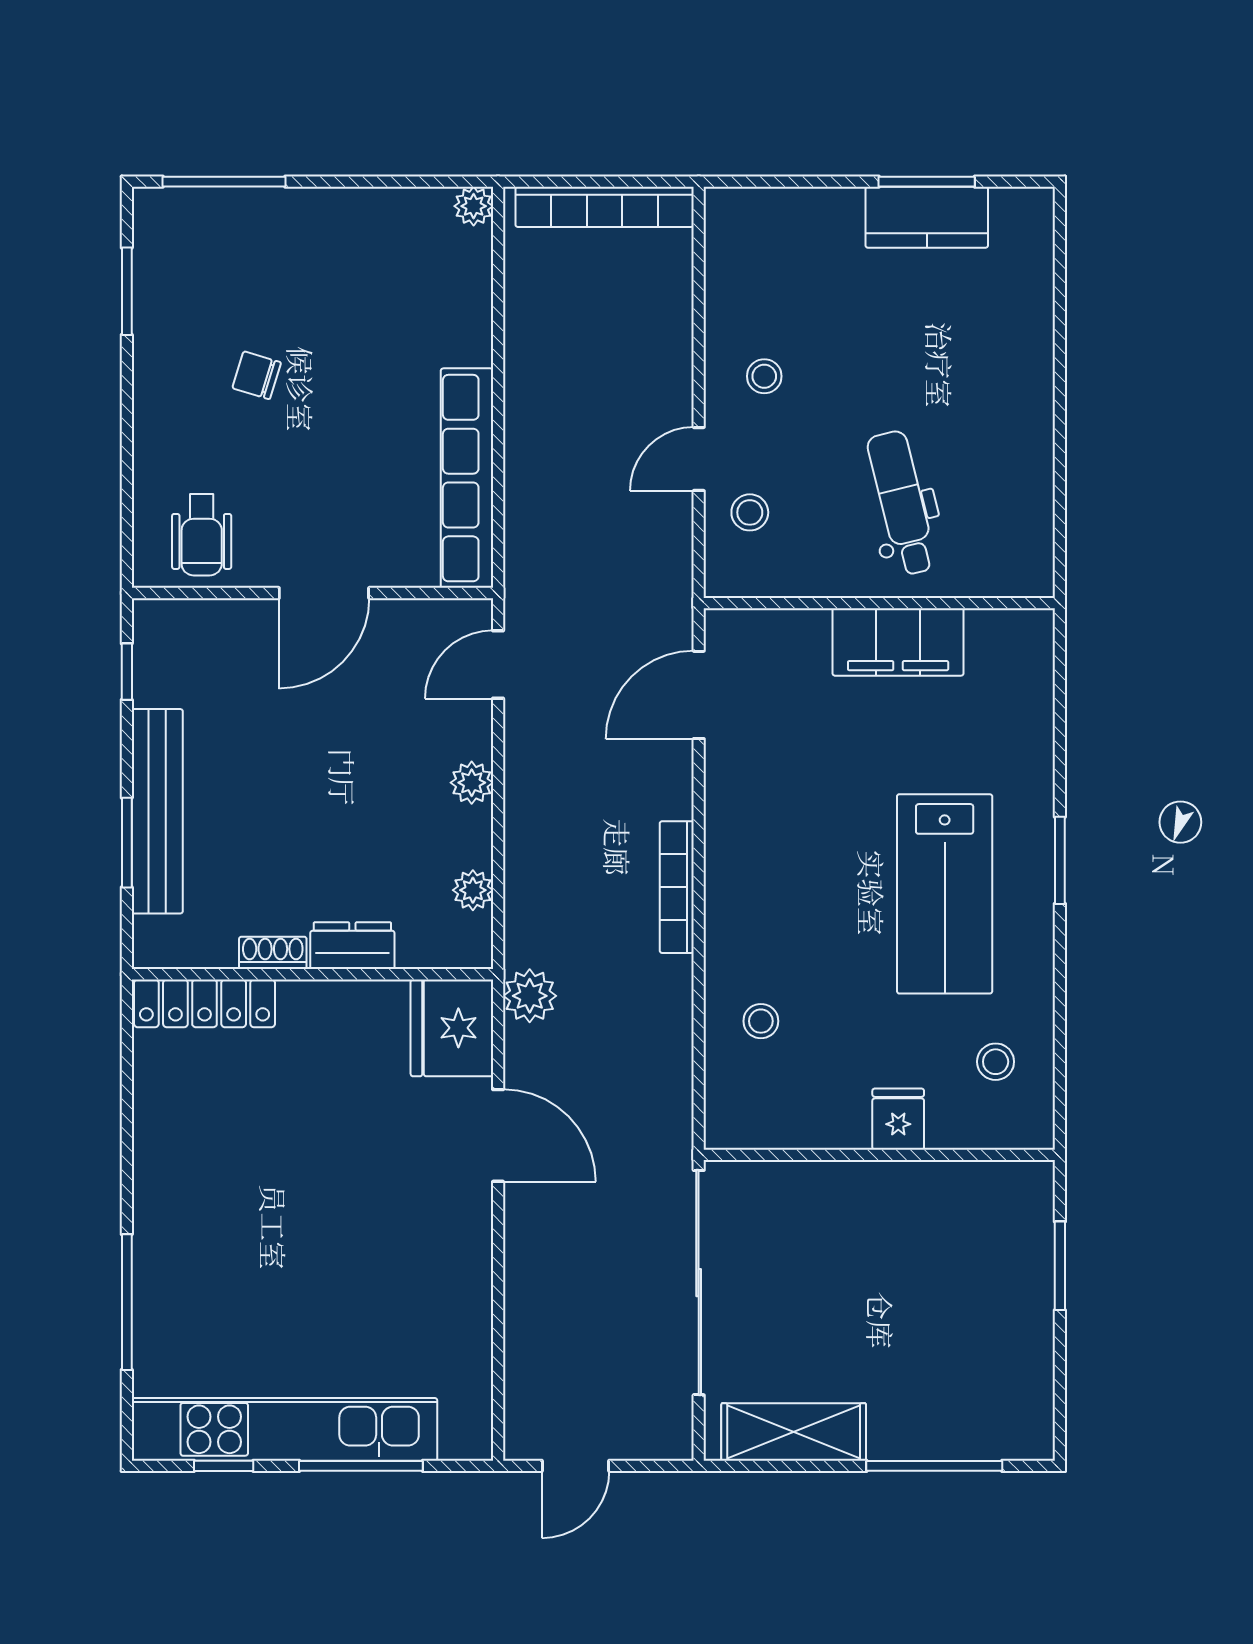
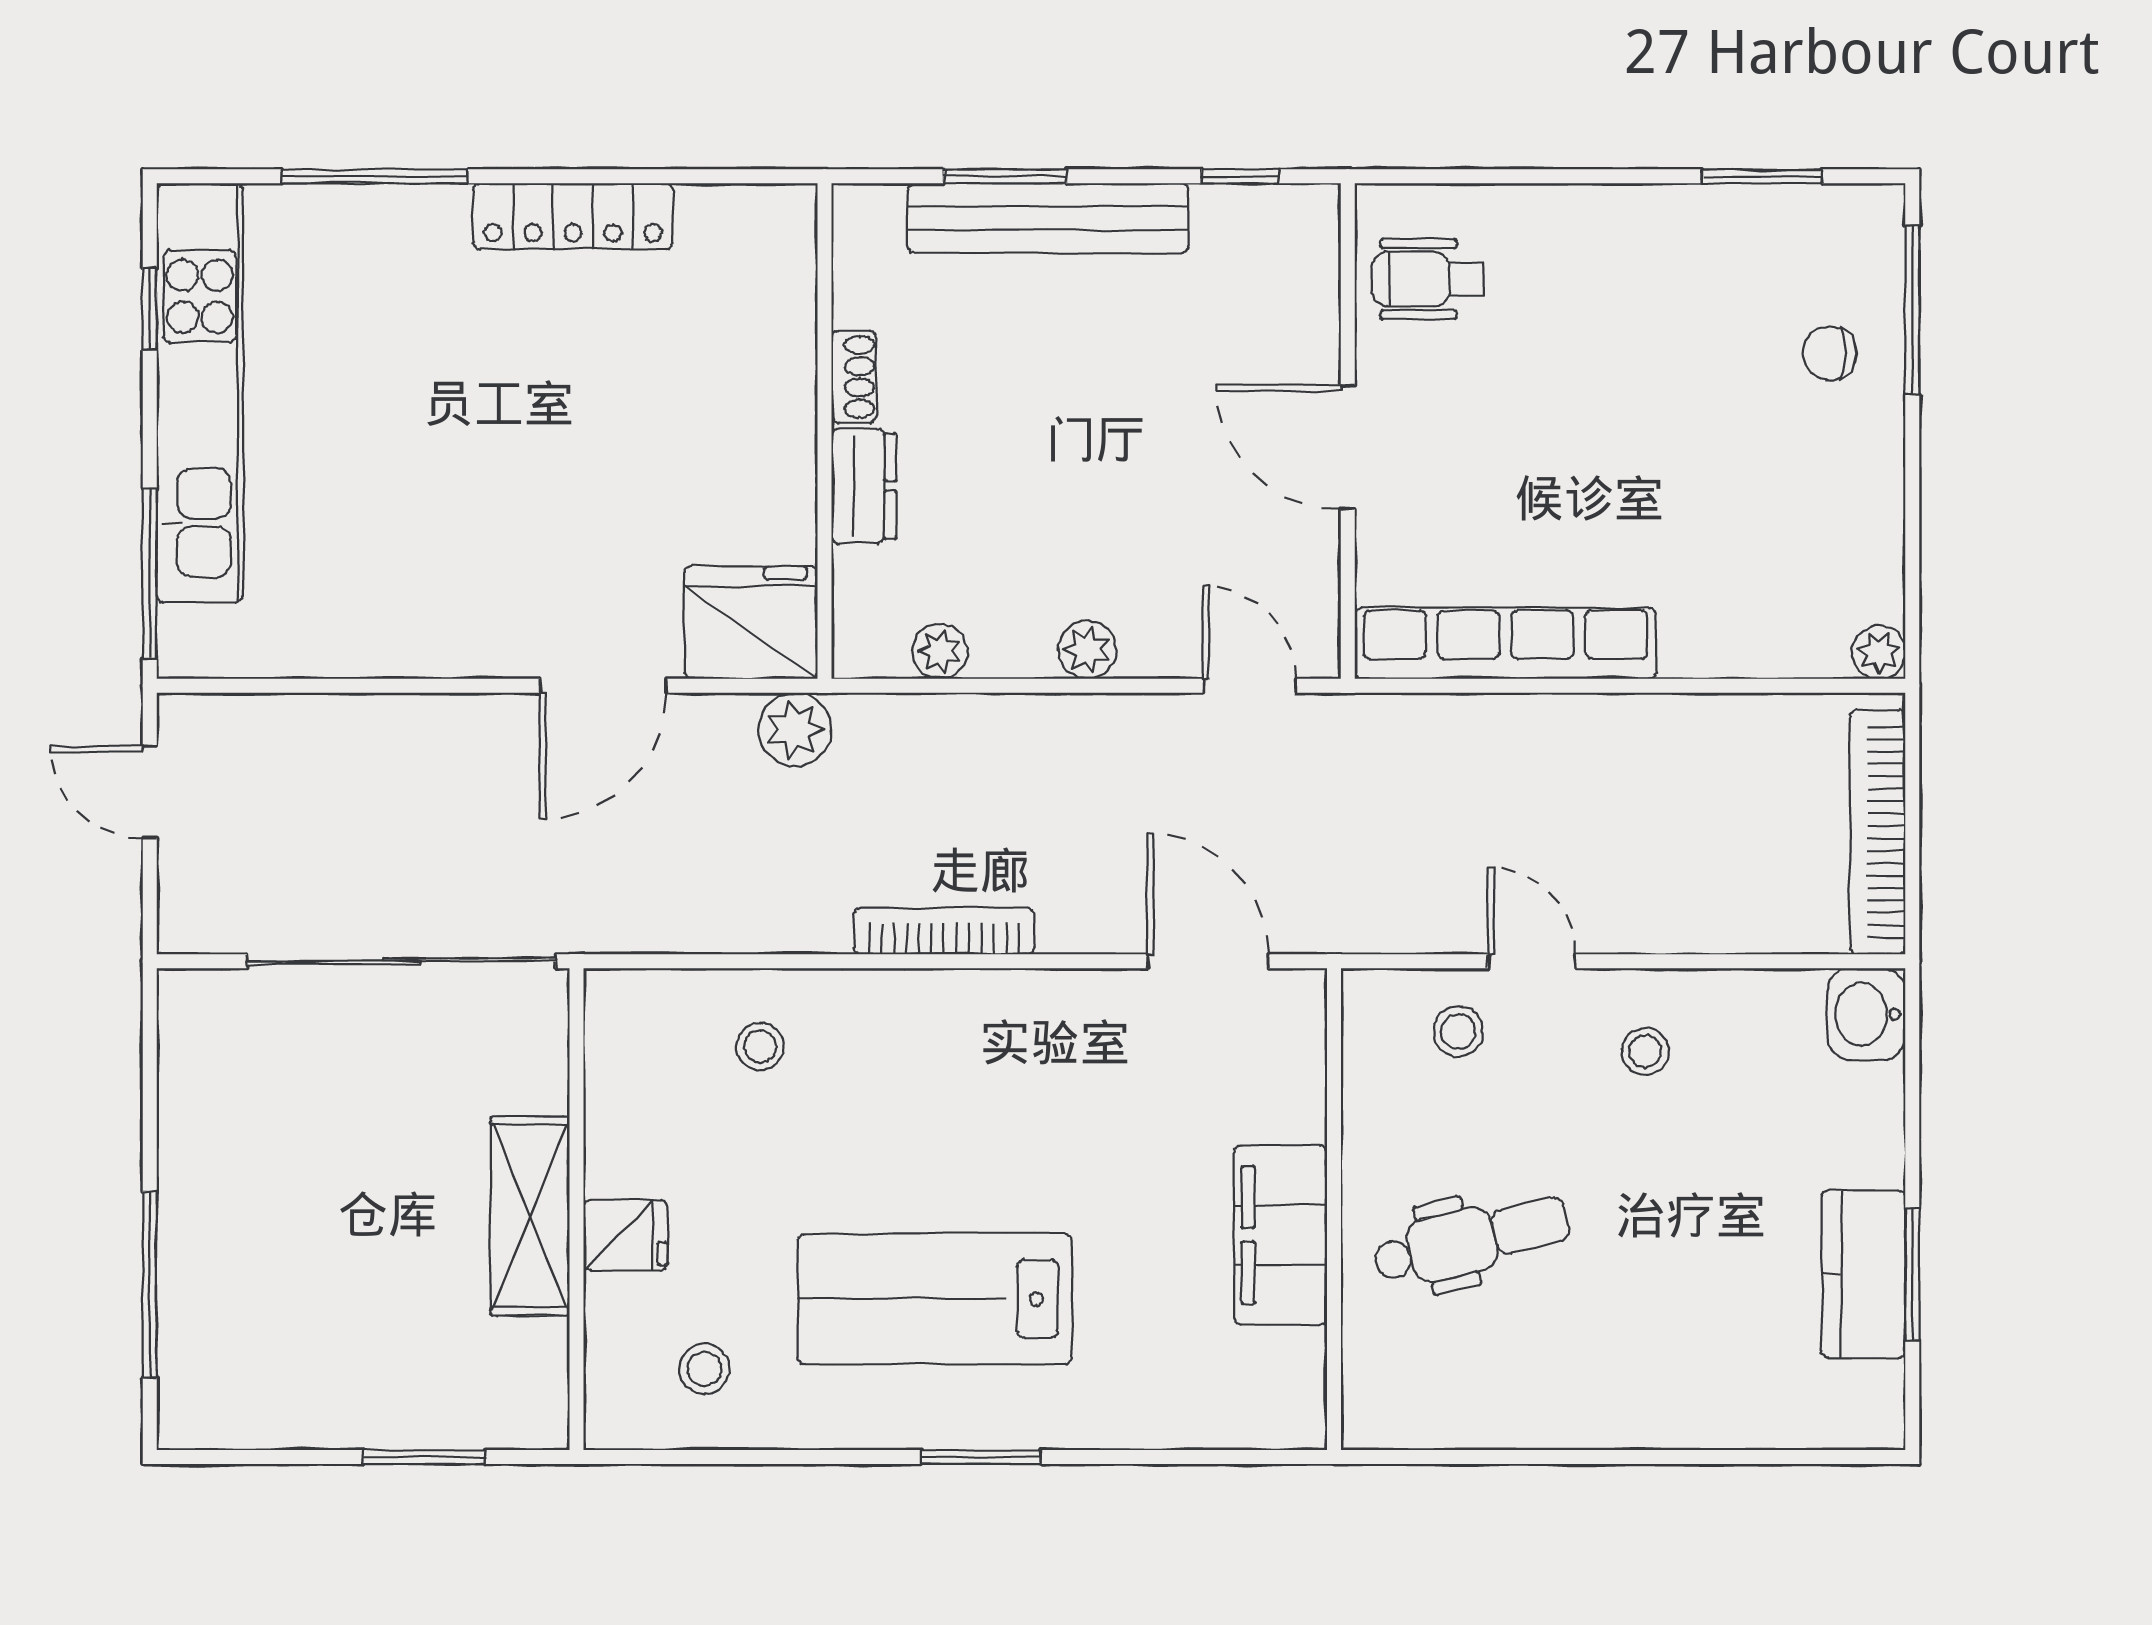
washbasin: (737, 215) -> (1867, 1014), added
chair: (257, 375) -> (1829, 353), moved, turned -107
locker: (205, 1003) -> (573, 216), moved, turned -90
shelving: (794, 1432) -> (530, 1216), moved
window: (361, 1466) -> (150, 574), moved

